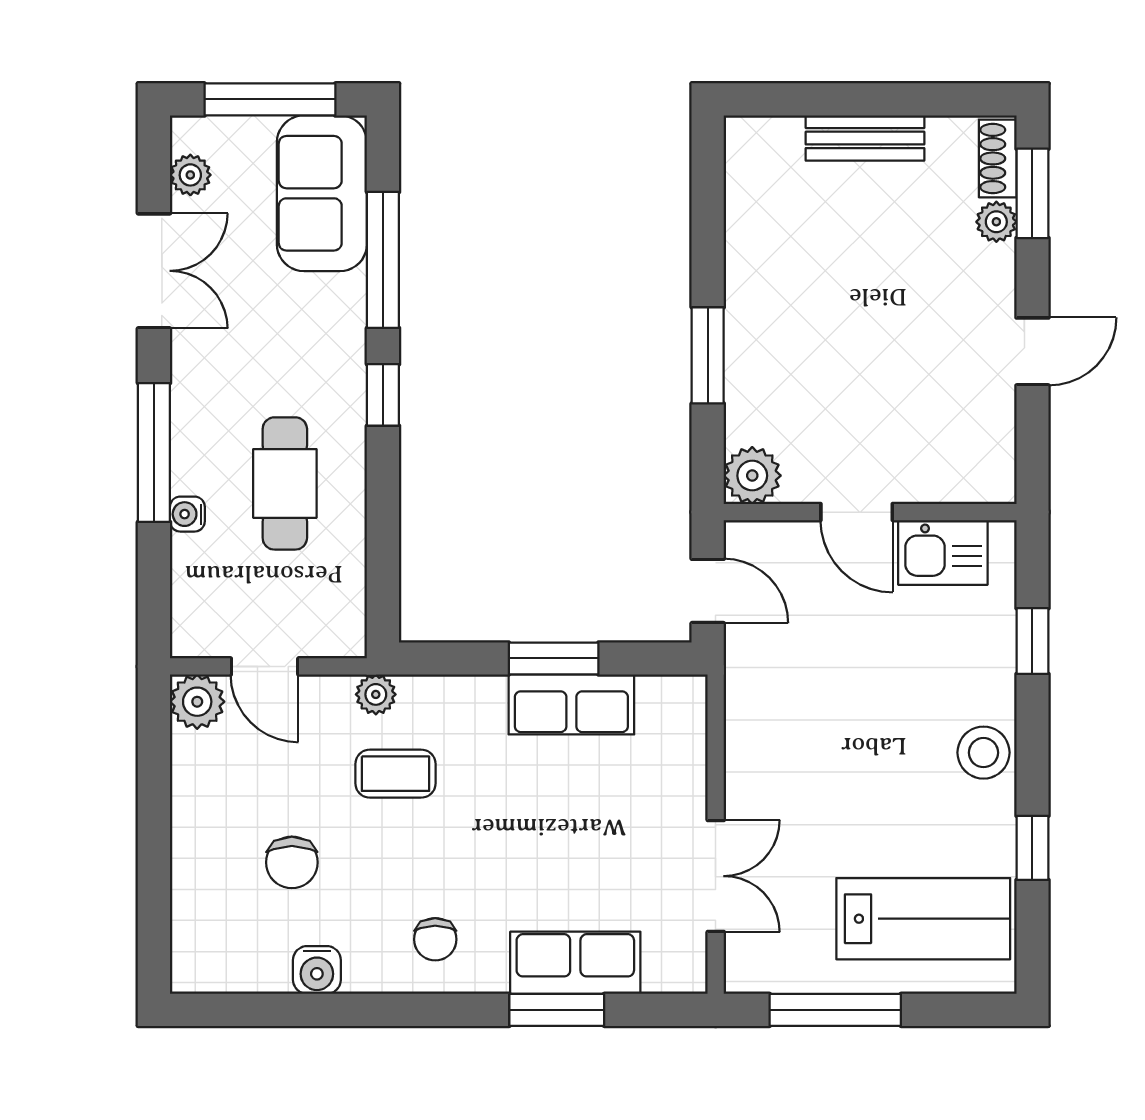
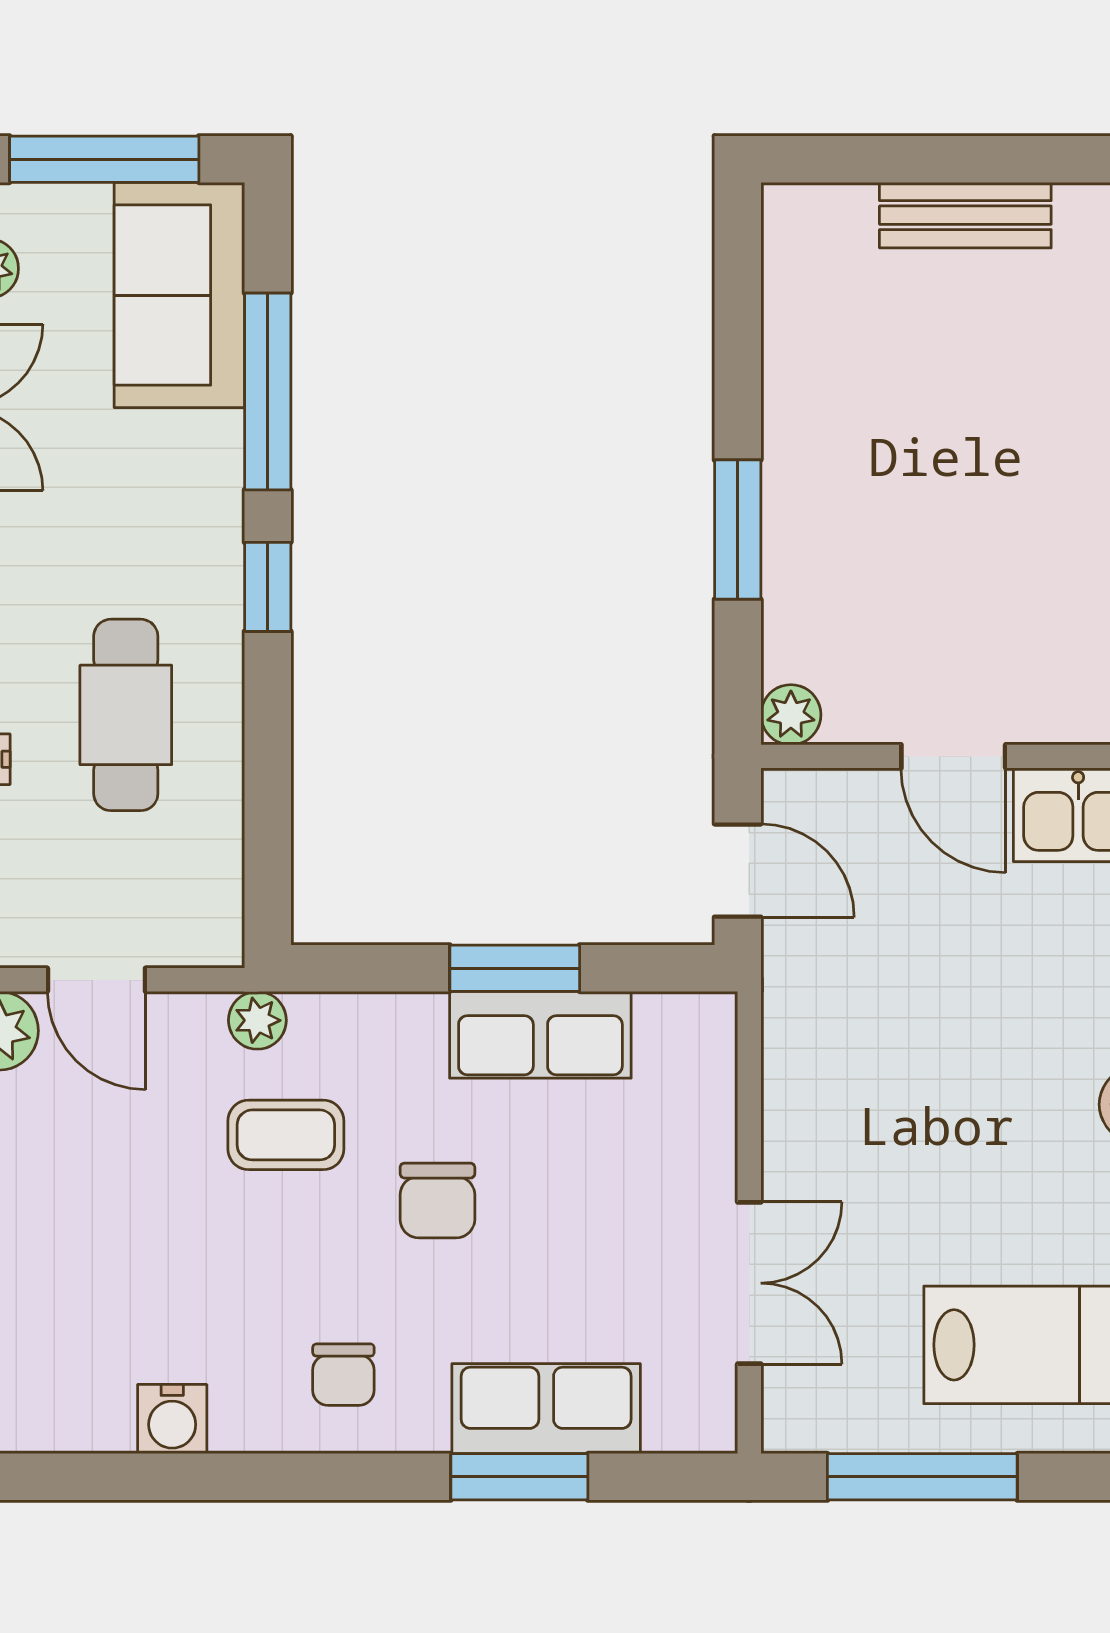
plant: (752, 476) -> (791, 715), width x0.73, depth x0.73
chair: (292, 862) -> (437, 1200), moved

